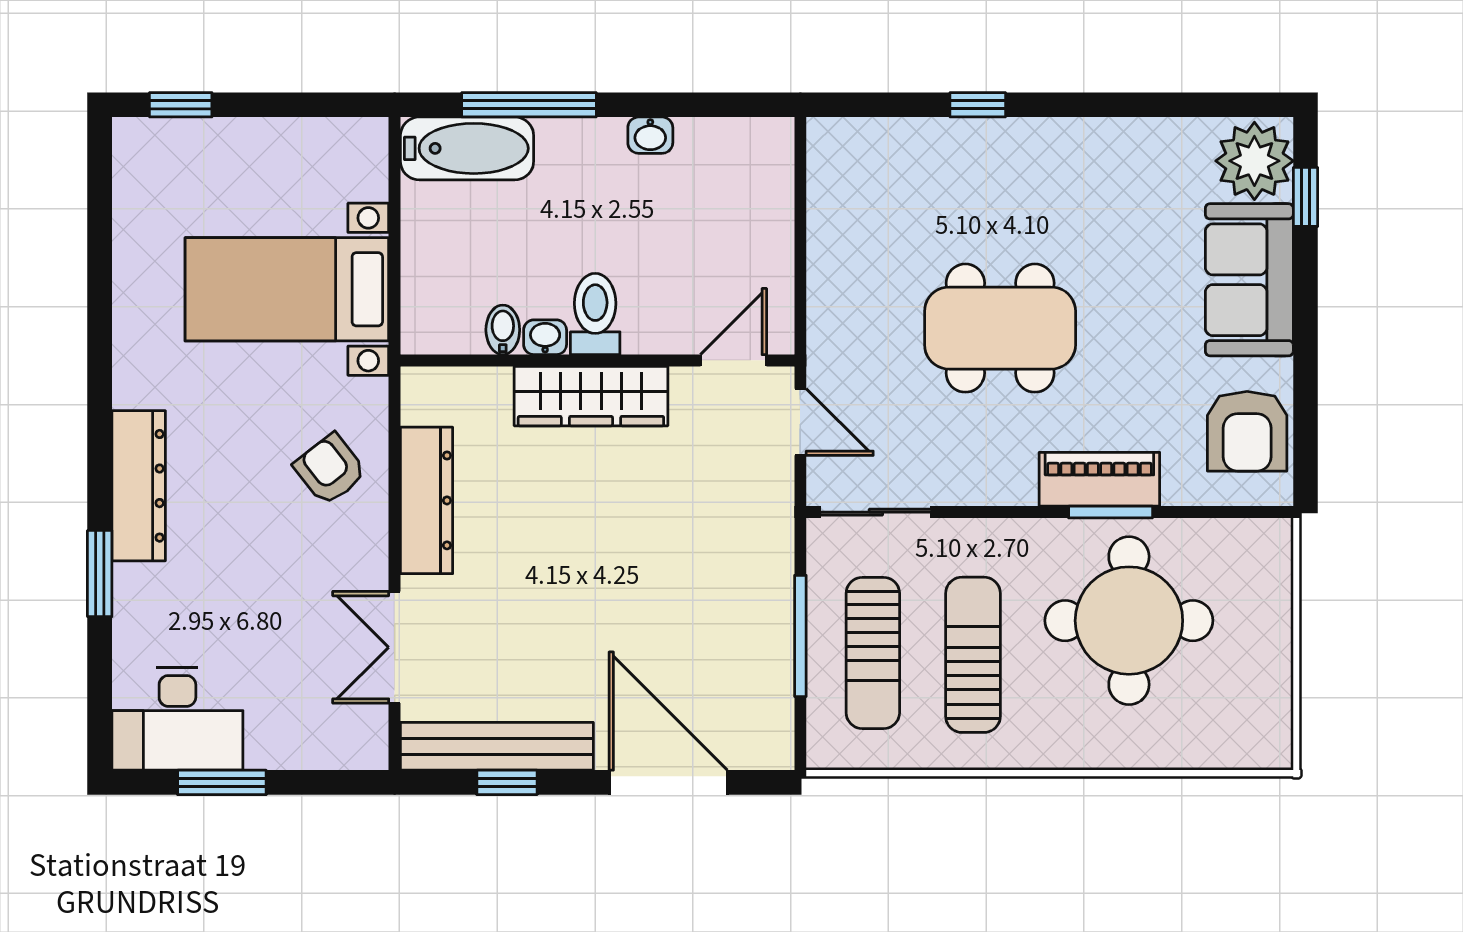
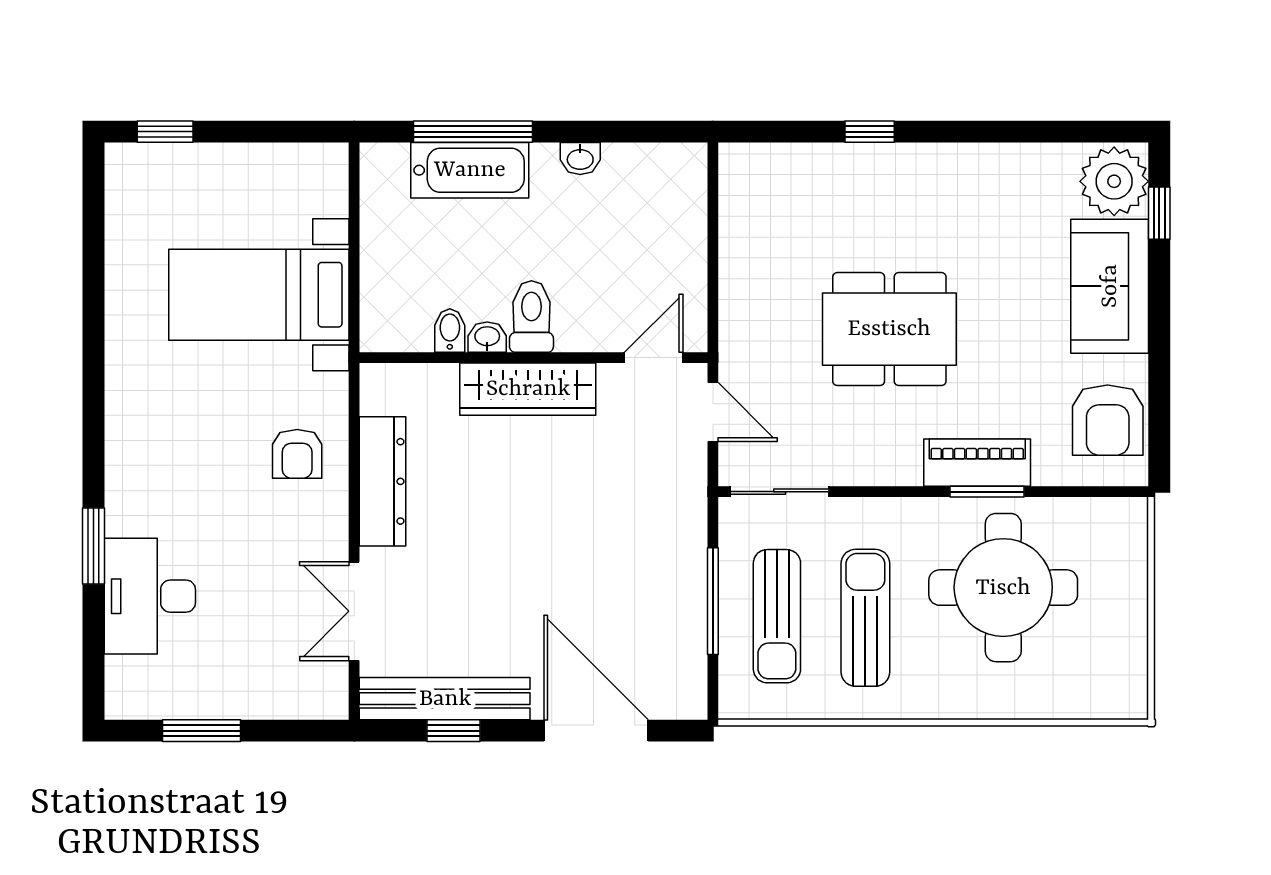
bathtub: (467, 148) -> (470, 170), moved
armchair: (330, 469) -> (297, 454), turned -142
dresser: (139, 486) -> (128, 468), removed
desk: (177, 719) -> (150, 596), moved, turned 90

